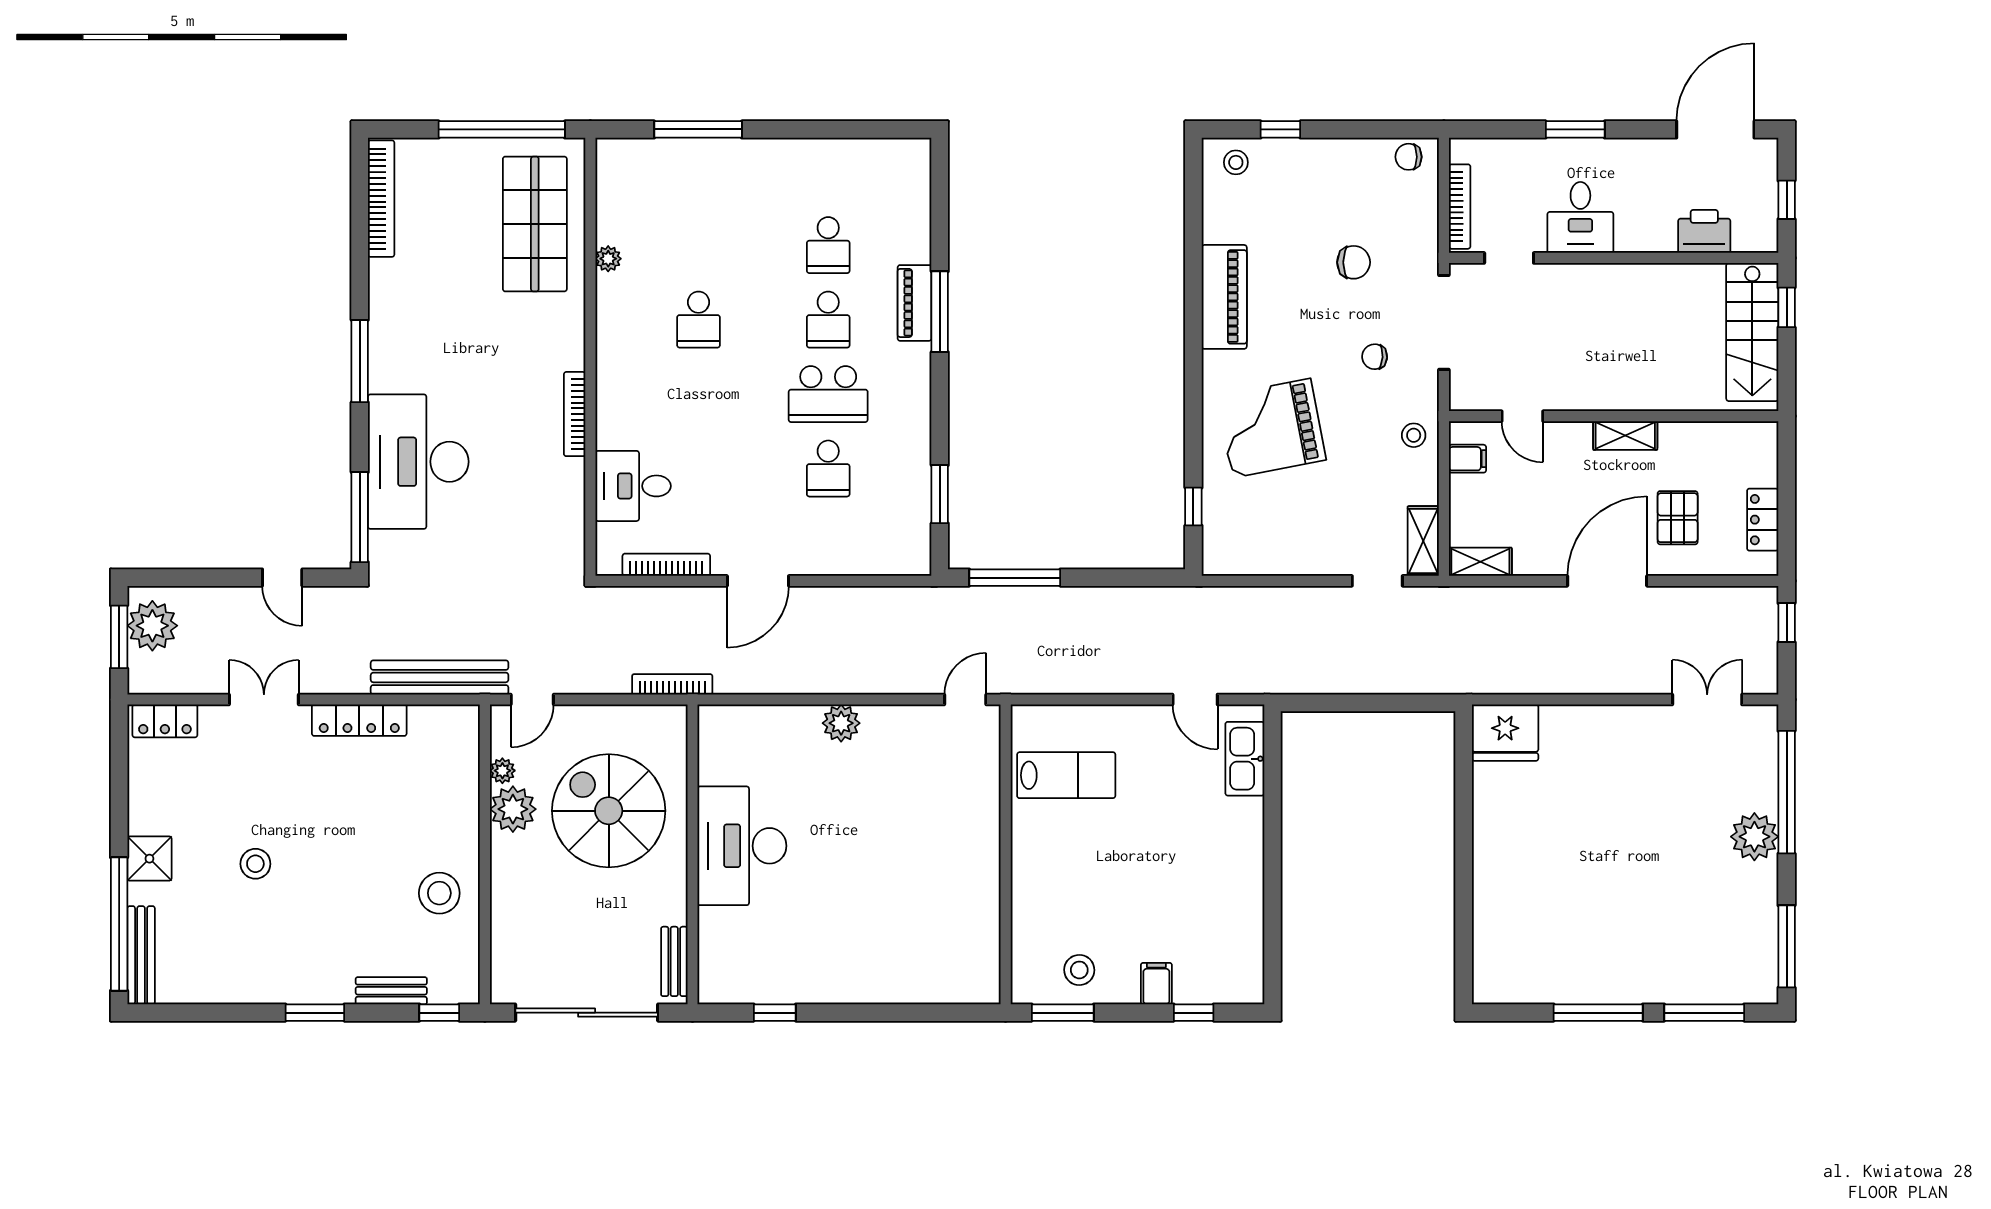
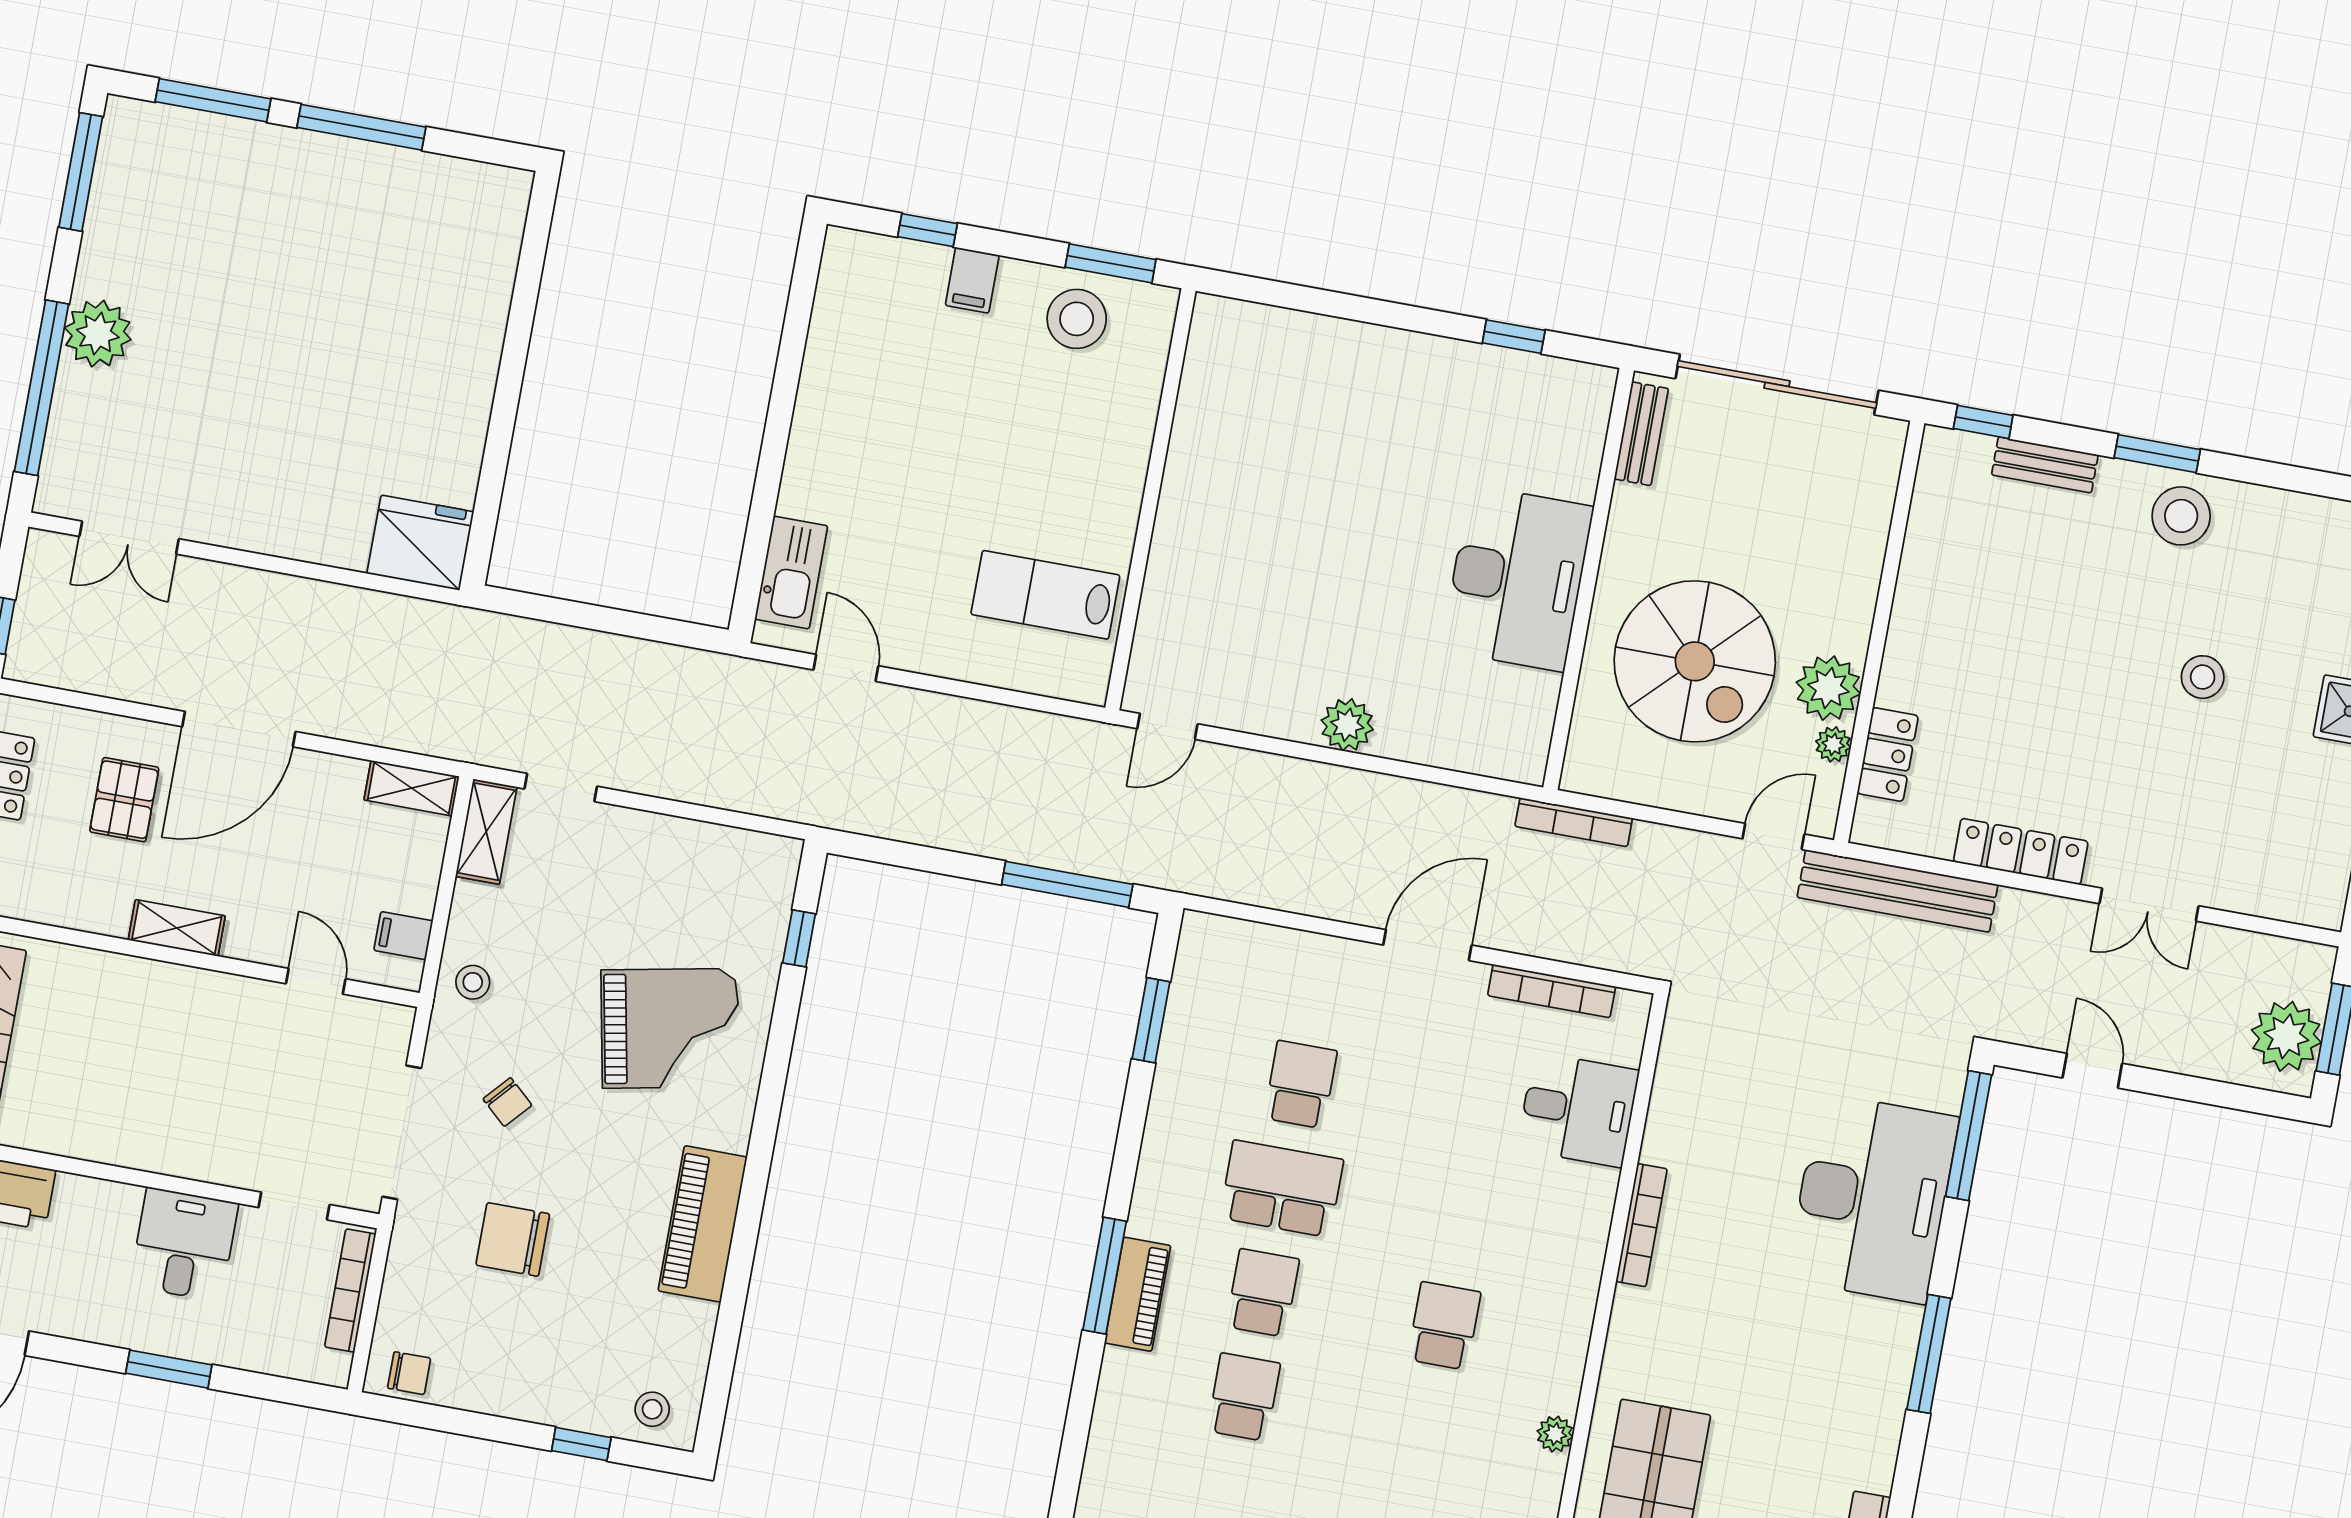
chair: (1354, 262) -> (513, 1239), width x1.37, depth x1.37
chair: (1375, 357) -> (507, 1102), turned 39
locker: (165, 721) -> (1888, 755), moved, turned 90
stool: (439, 893) -> (2181, 516), moved
stool: (1079, 970) -> (1077, 319), width x1.38, depth x1.38

